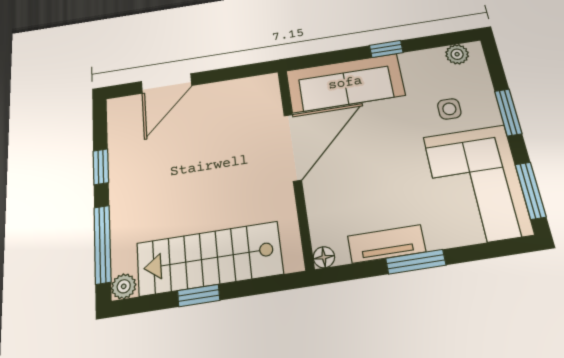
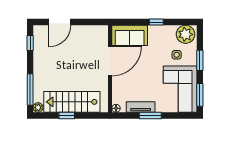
plant: (457, 54) -> (186, 34), width x1.87, depth x1.87
sofa: (345, 83) -> (130, 35), width x0.73
window: (101, 167) -> (30, 43), moved

